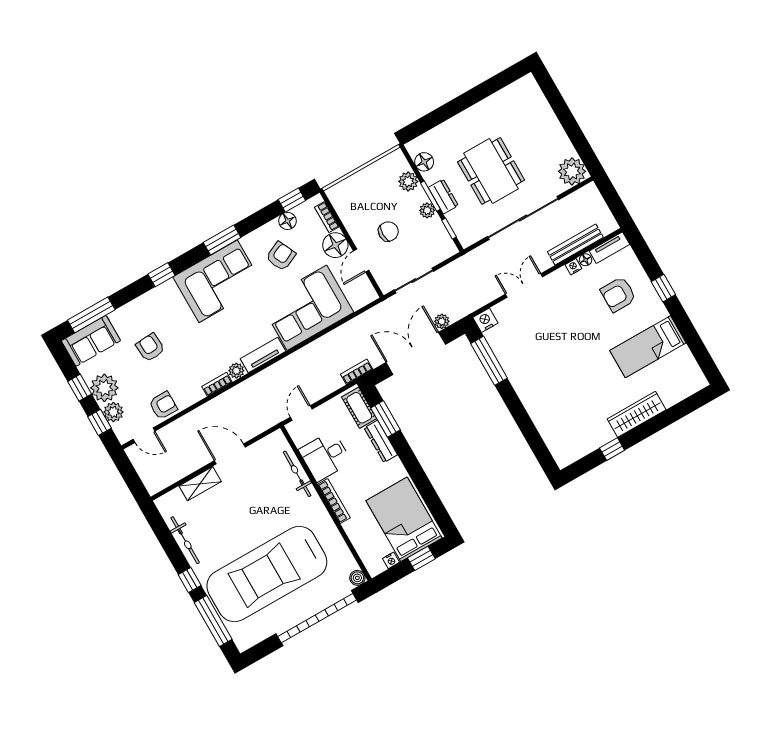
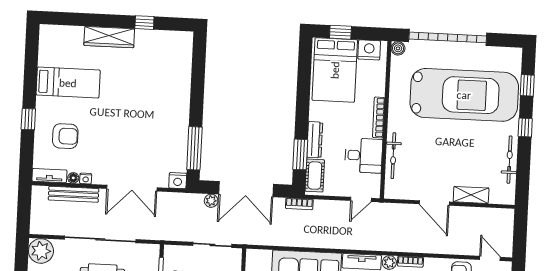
double door: (524, 286) -> (132, 188), width x1.37
nightstand: (391, 560) -> (369, 50), width x1.89, depth x1.79
window: (213, 621) -> (527, 85), width x0.46

